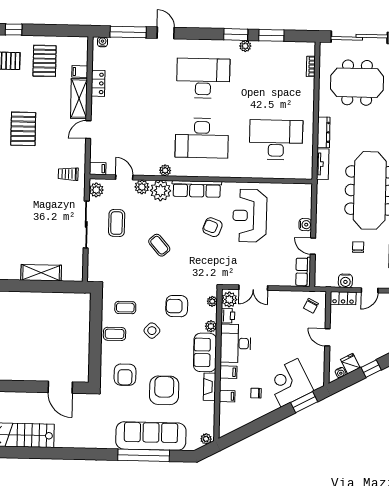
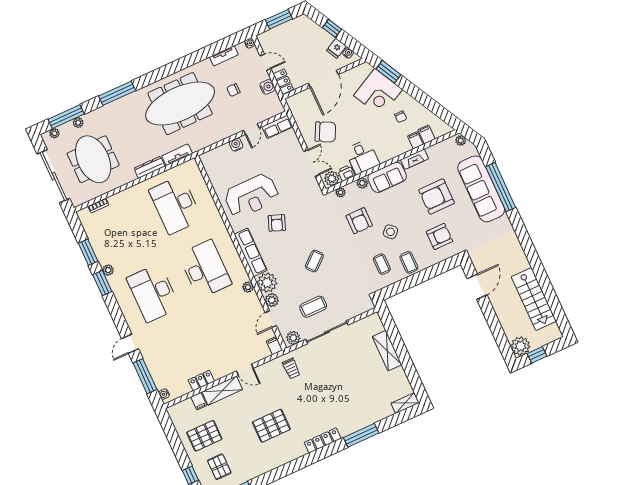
chair: (311, 306) -> (325, 132), moved, width x1.87, depth x1.87
door: (327, 337) -> (323, 79), width x1.87
desk: (236, 343) -> (362, 157), width x0.73
filing cabinet: (228, 372) -> (426, 134), moved

